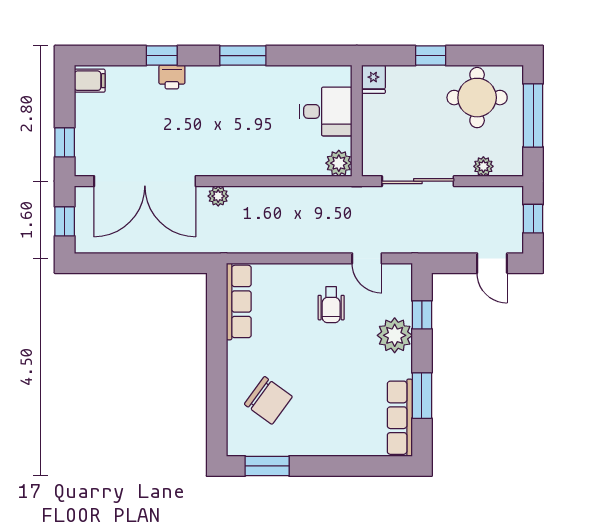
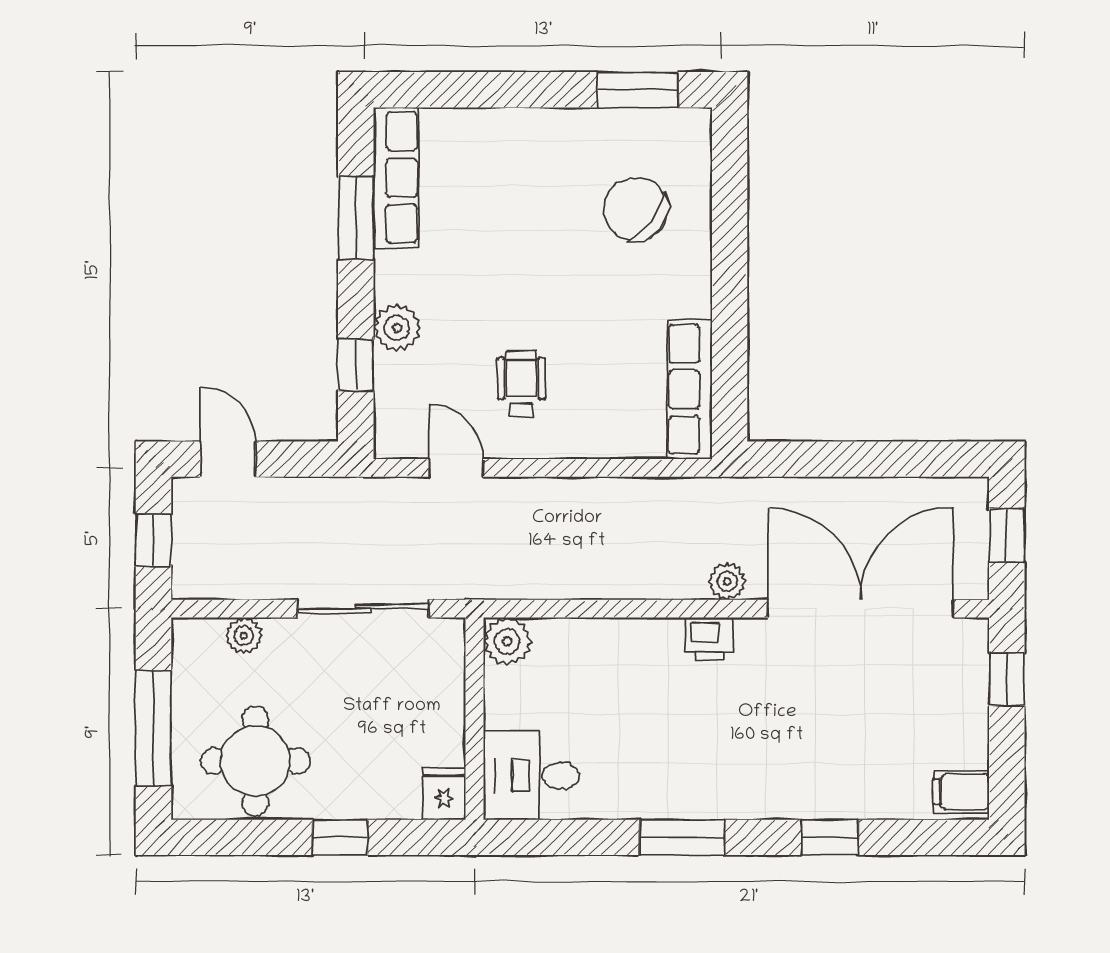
printer: (172, 77) -> (709, 639), moved, turned 180
desk: (326, 111) -> (531, 776), moved
plant: (395, 335) -> (397, 328), width x0.73, depth x0.73

